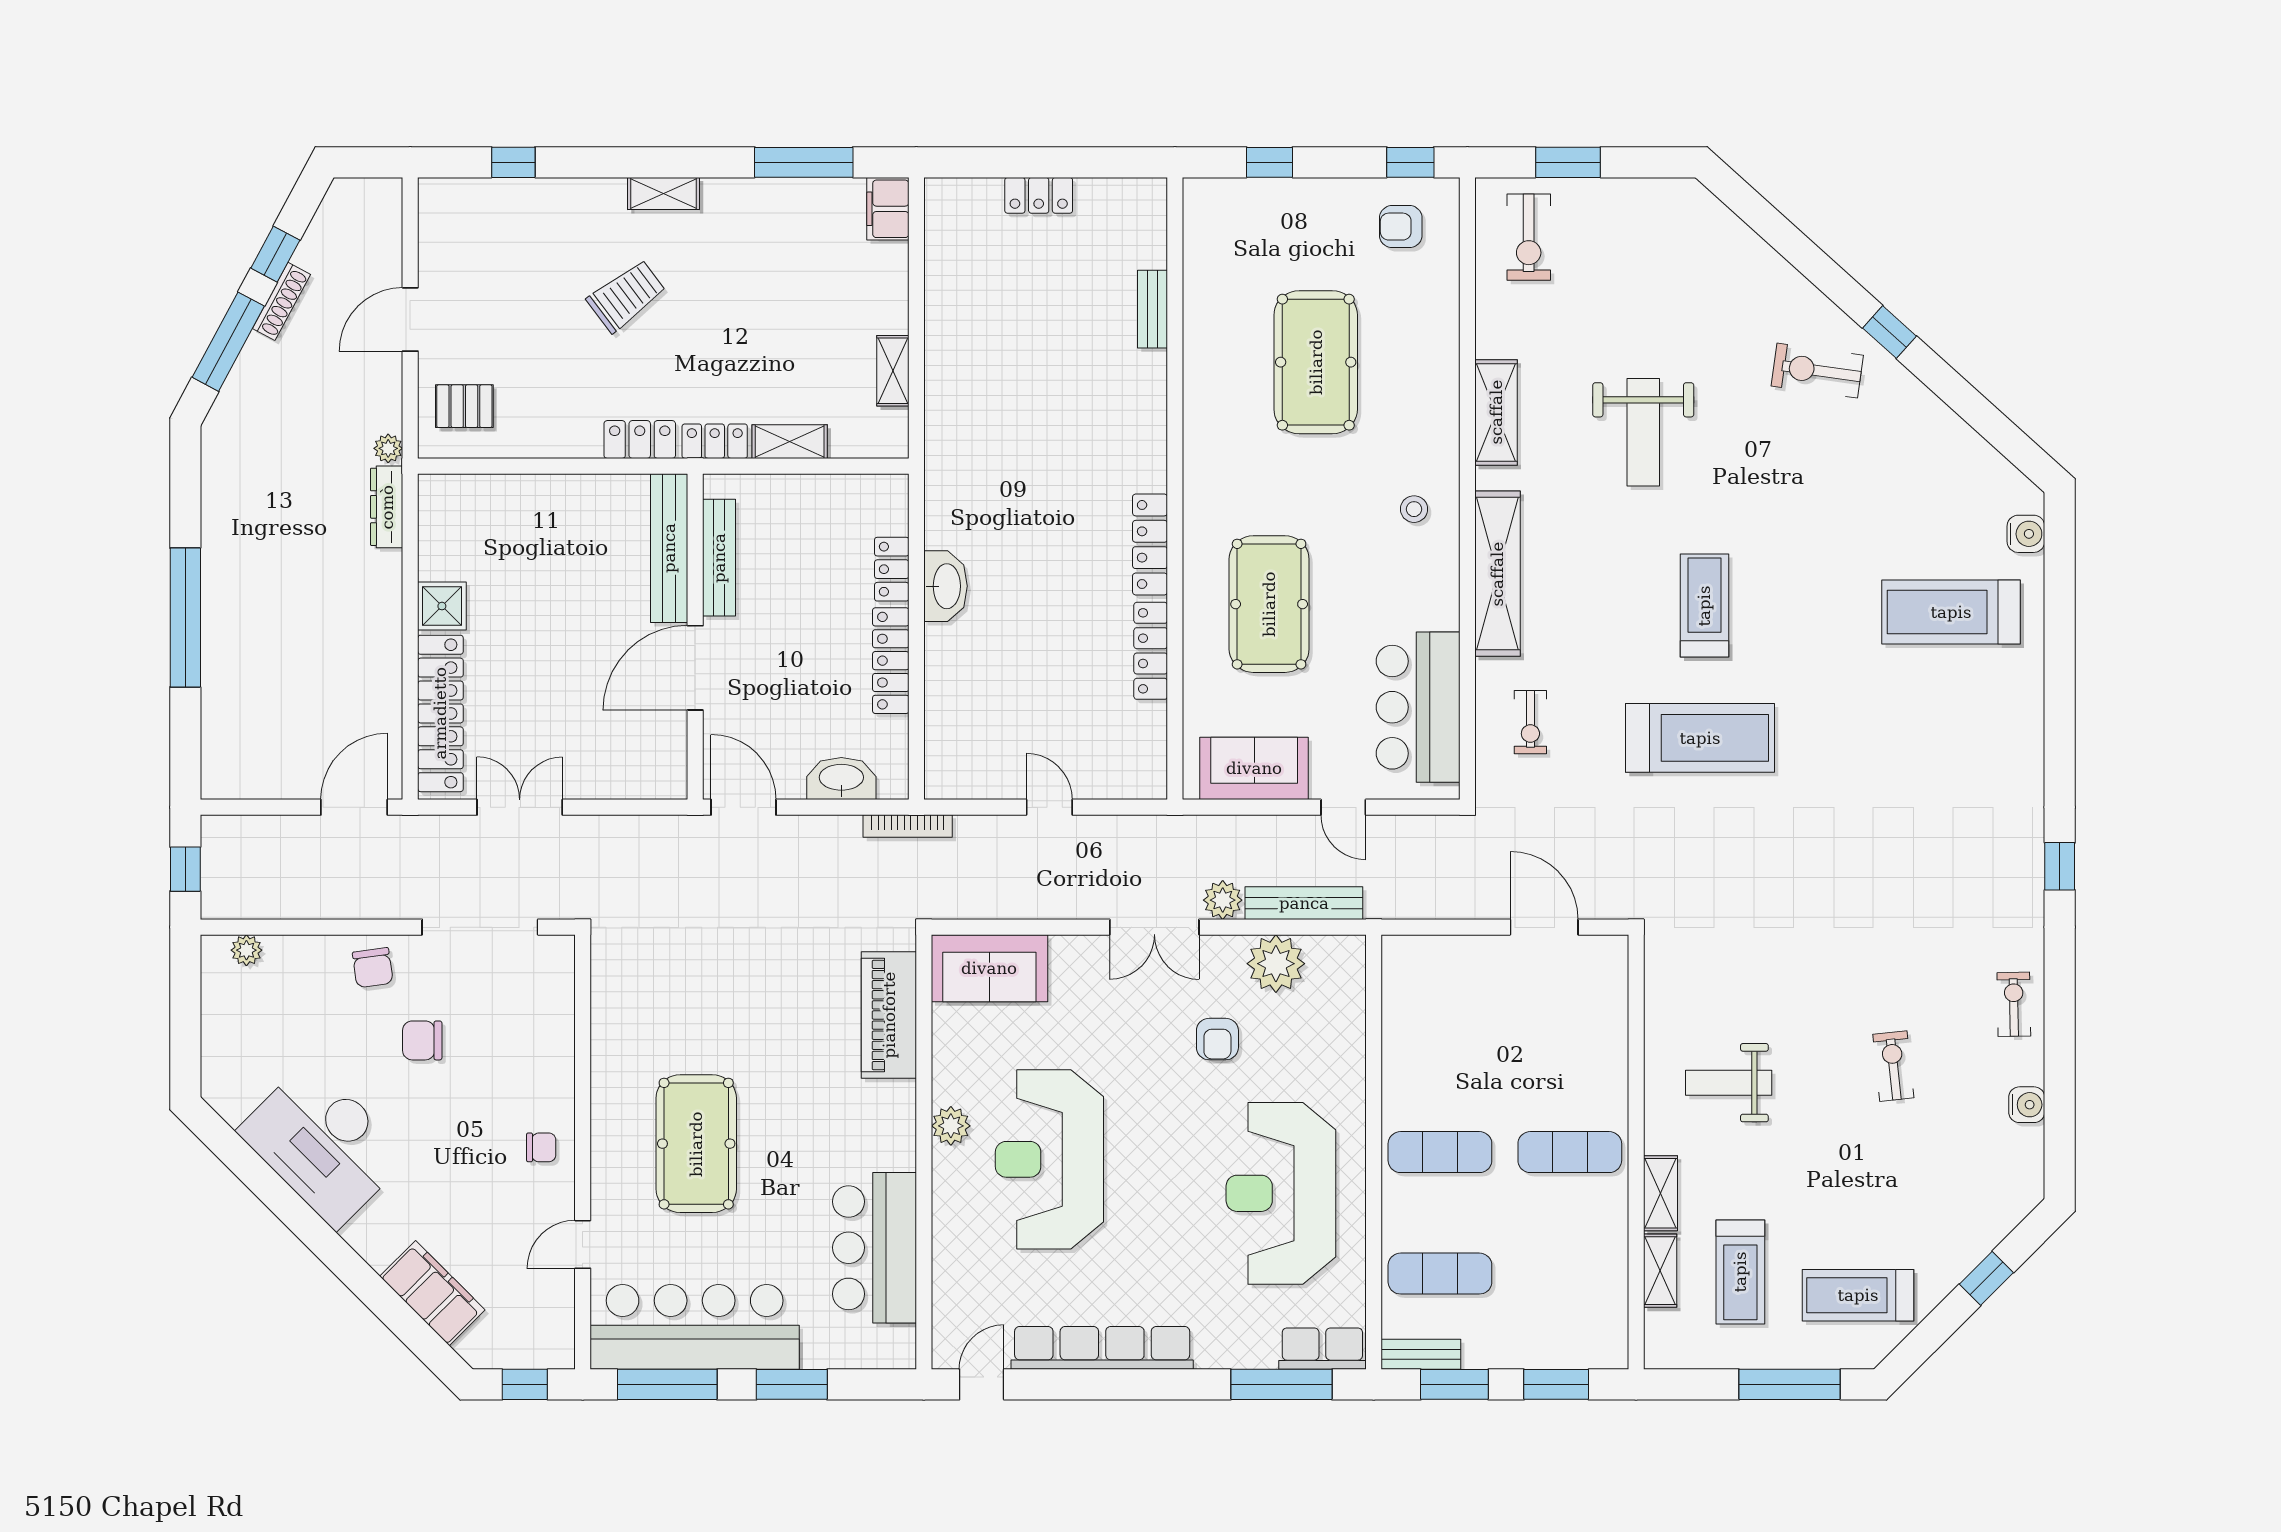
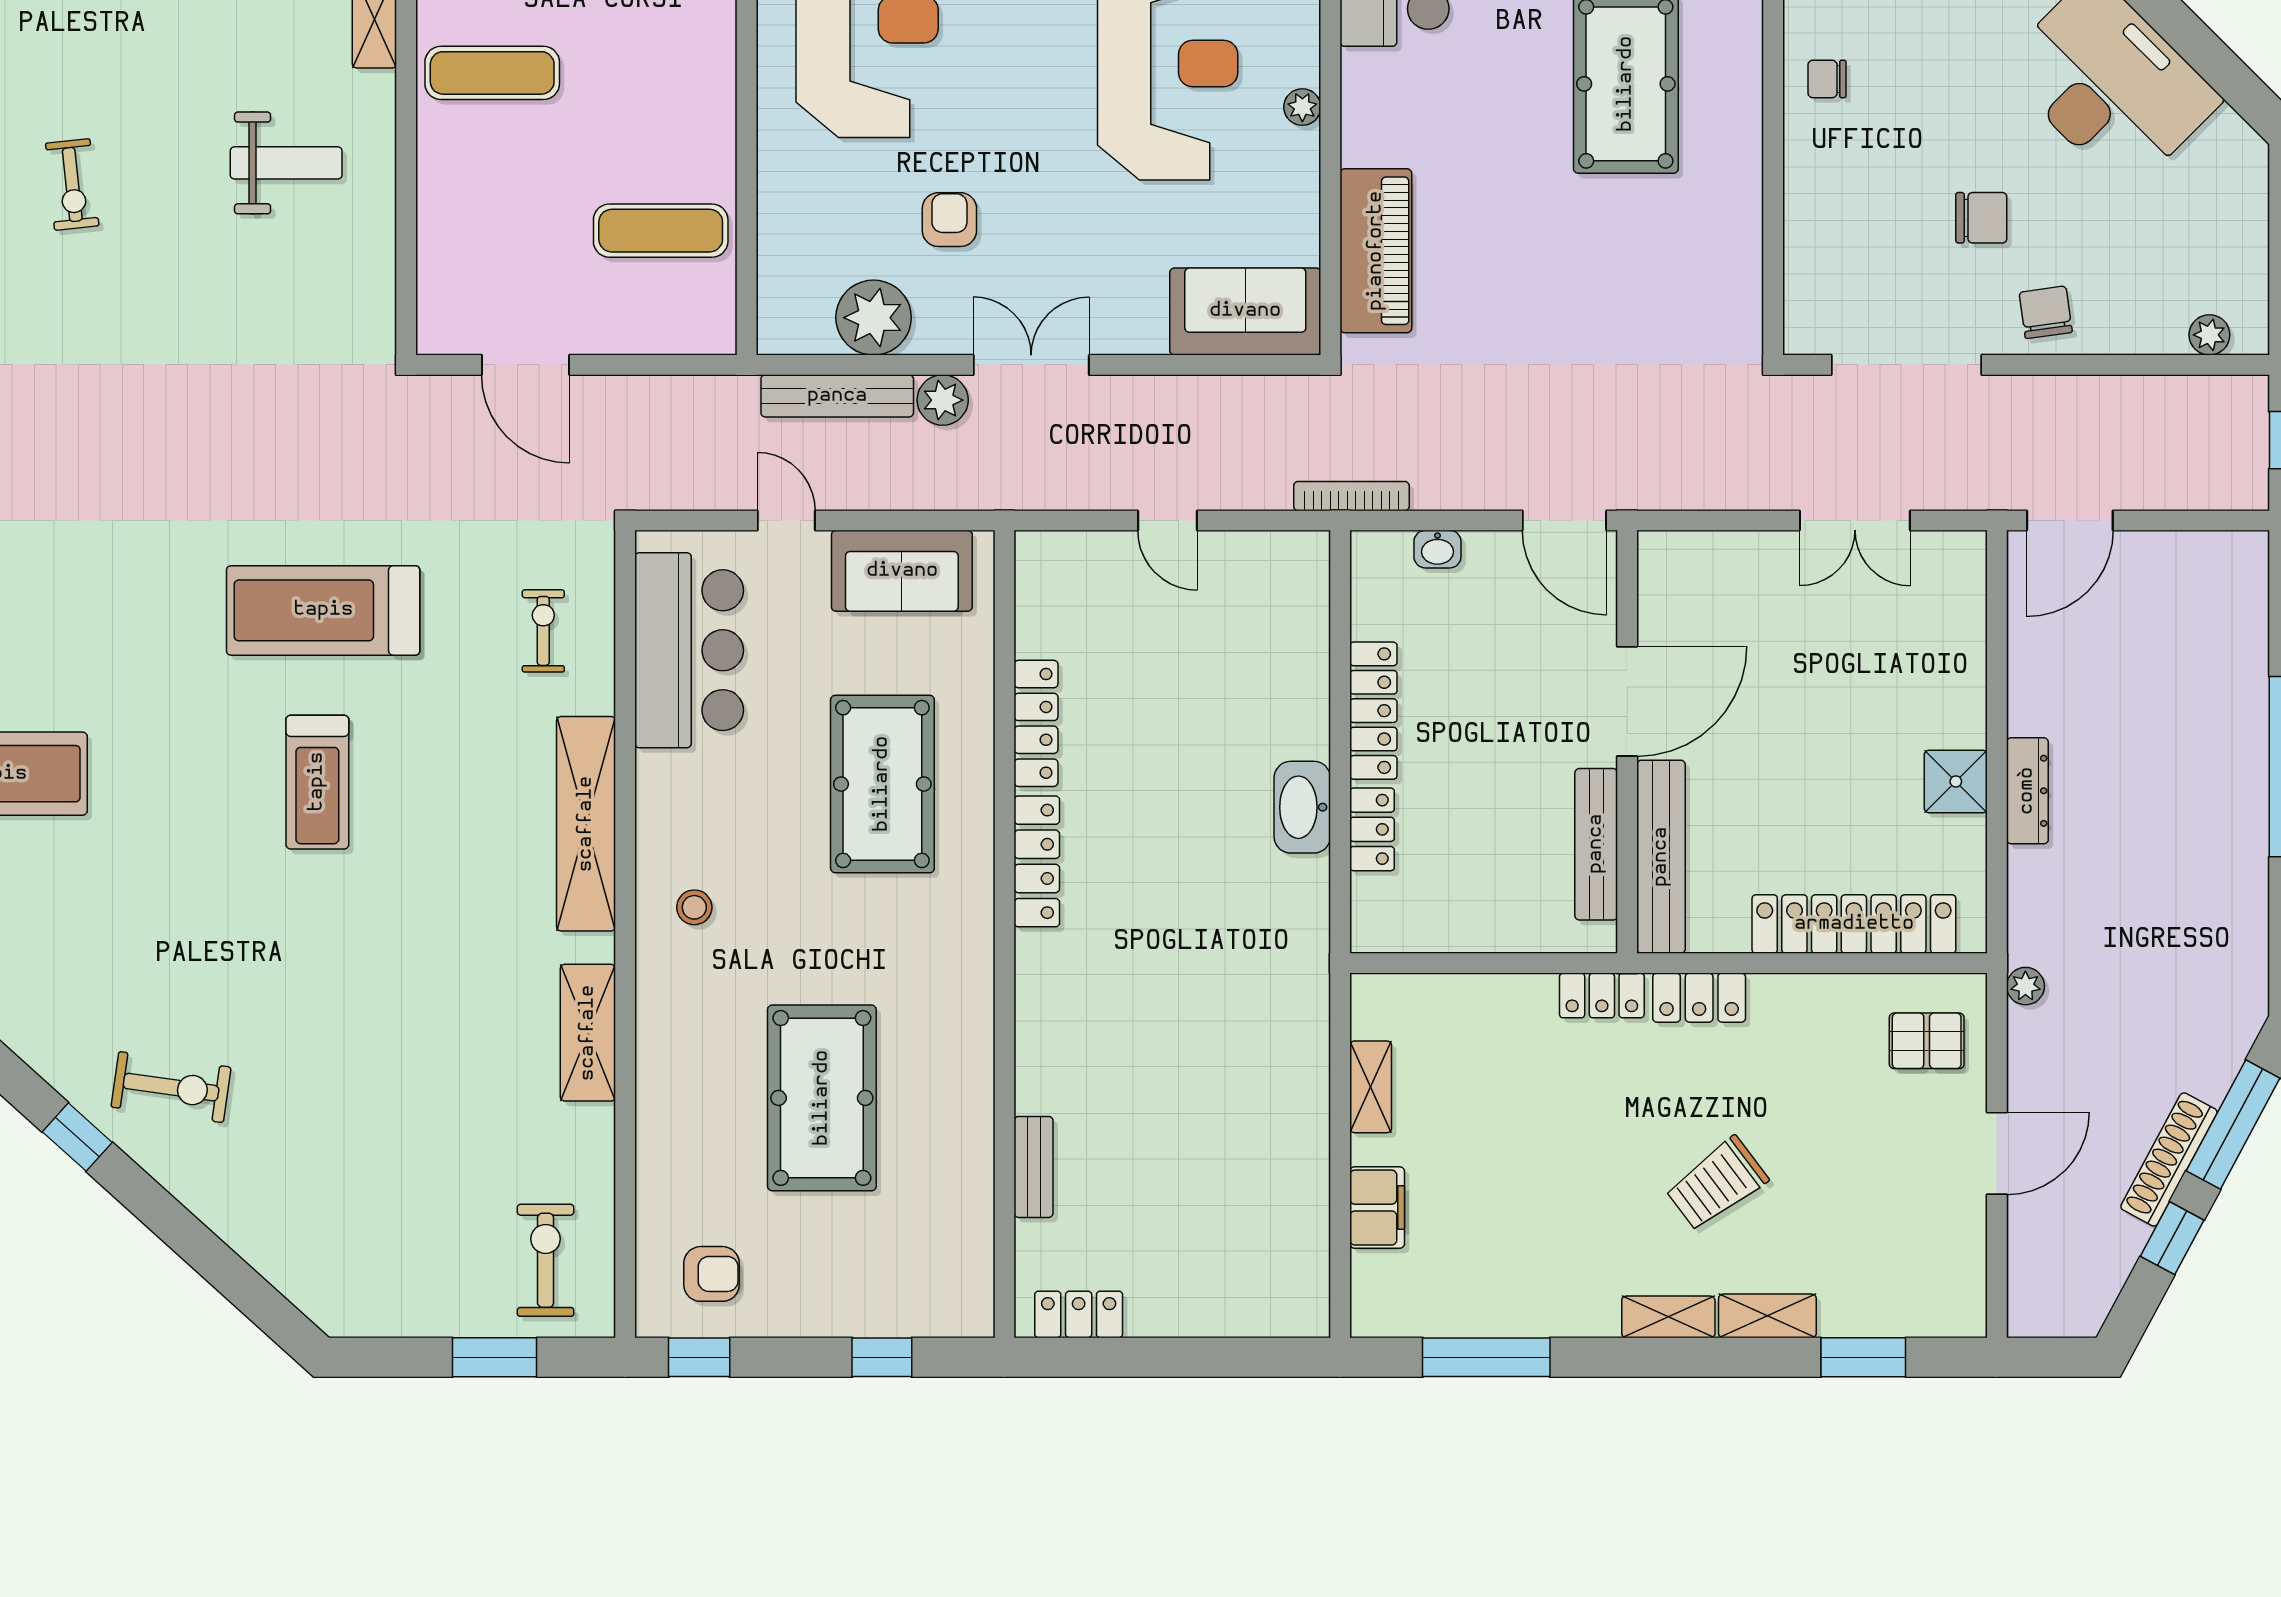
window: (513, 162) -> (1863, 1357), width x1.50
locker: (1039, 195) -> (1079, 1314), moved
filing cabinet: (888, 209) -> (1377, 1208), moved
shoe rack: (281, 301) -> (2169, 1159), width x1.36, depth x1.24
weight bench: (1643, 432) -> (397, 1007), removed
shelving: (790, 442) -> (1767, 1316), moved
dresser: (387, 507) -> (2027, 791), moved
locker: (440, 713) -> (1854, 924), moved, turned 90
washbasin: (841, 779) -> (1437, 549), width x0.52, depth x0.69
plant: (951, 1126) -> (1302, 107), width x0.73, depth x0.73
exercise mat: (1440, 1152) -> (661, 231), moved

